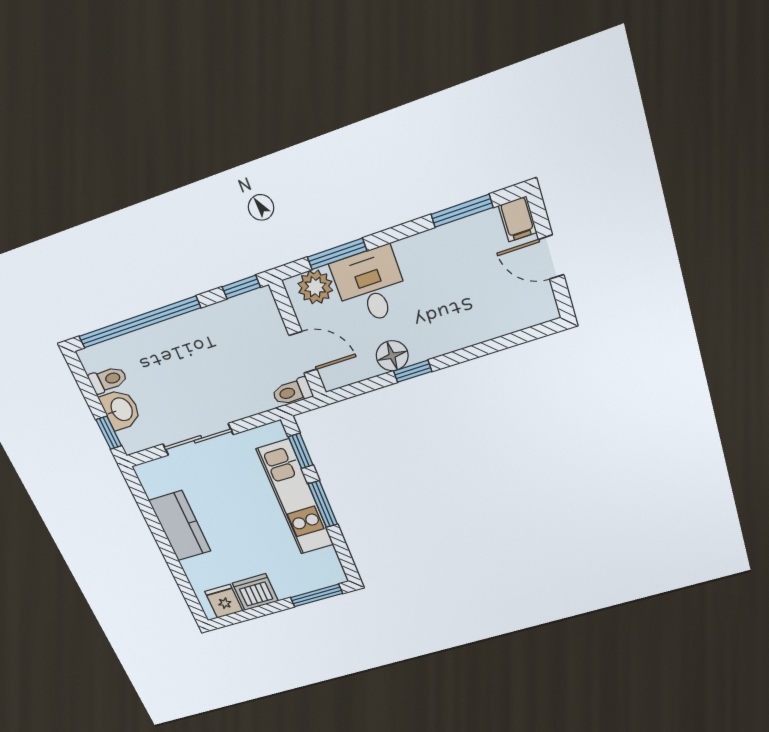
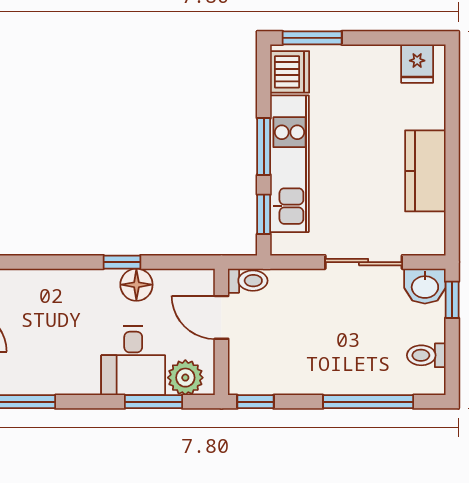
window: (139, 322) -> (368, 402), width x0.68
washbasin: (121, 410) -> (425, 286), moved, turned -90
dishwasher: (255, 592) -> (290, 72), moved, turned -90

